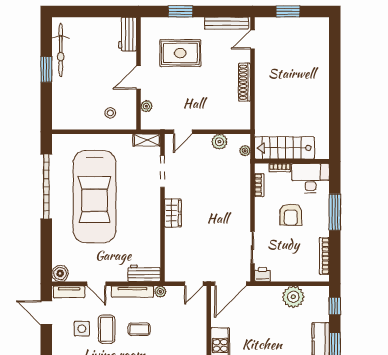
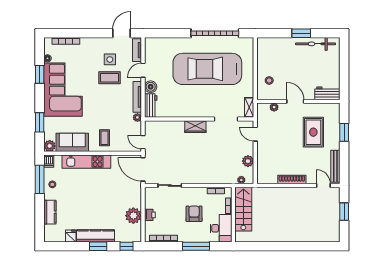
armchair: (291, 215) -> (194, 214), turned 90
boiler: (60, 273) -> (151, 87), moved
printer: (262, 275) -> (150, 215), moved
coffee table: (139, 329) -> (104, 138), moved

